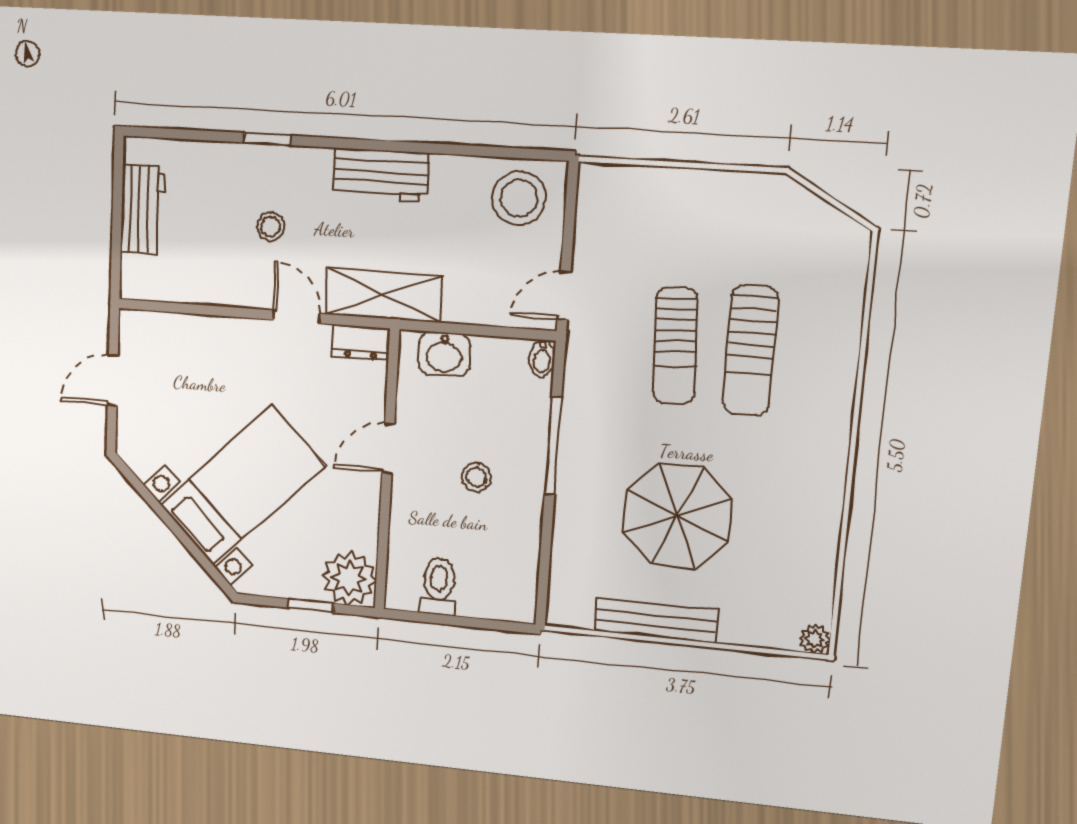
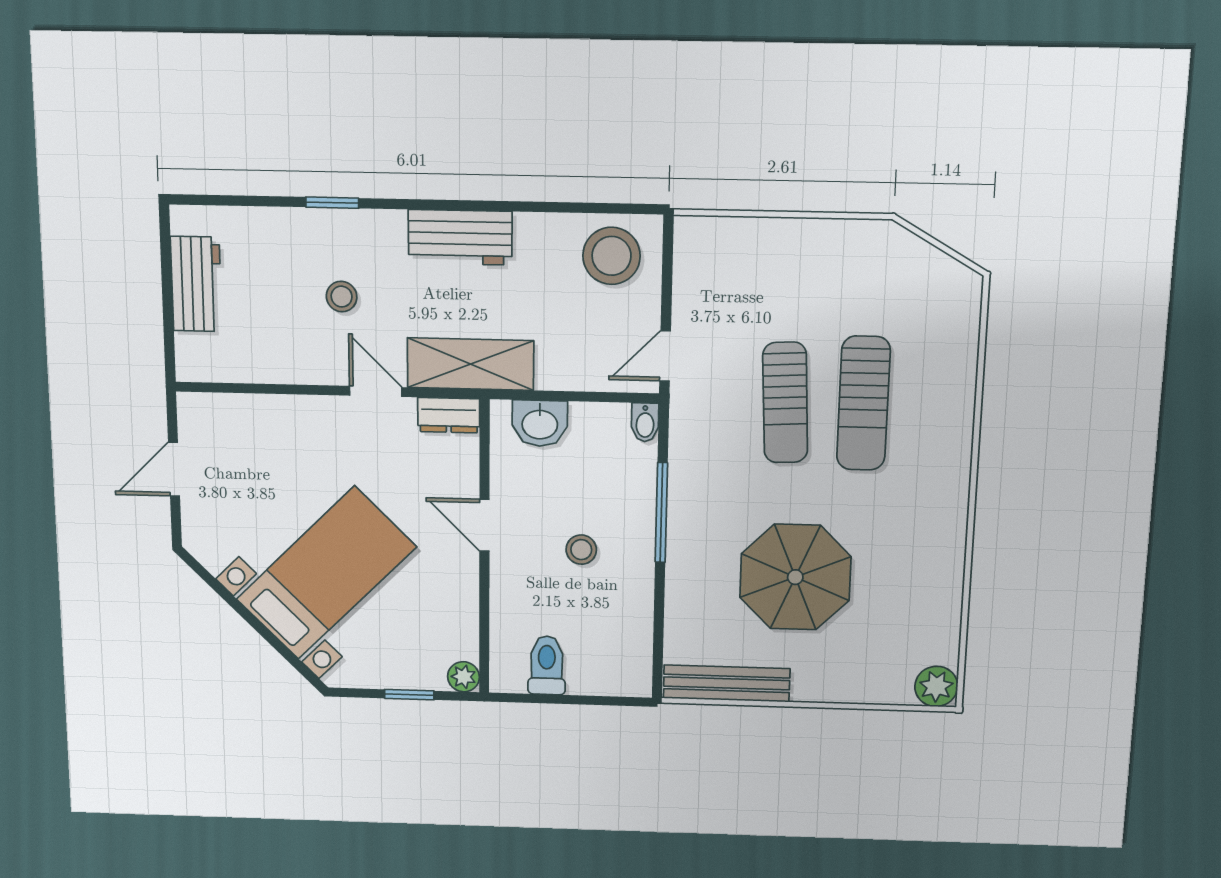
door: (388, 448) -> (484, 525), hinge flipped
plant: (349, 578) -> (464, 677), width x0.53, depth x0.53
bench: (656, 621) -> (727, 683), moved
plant: (815, 639) -> (936, 686), width x1.38, depth x1.38

